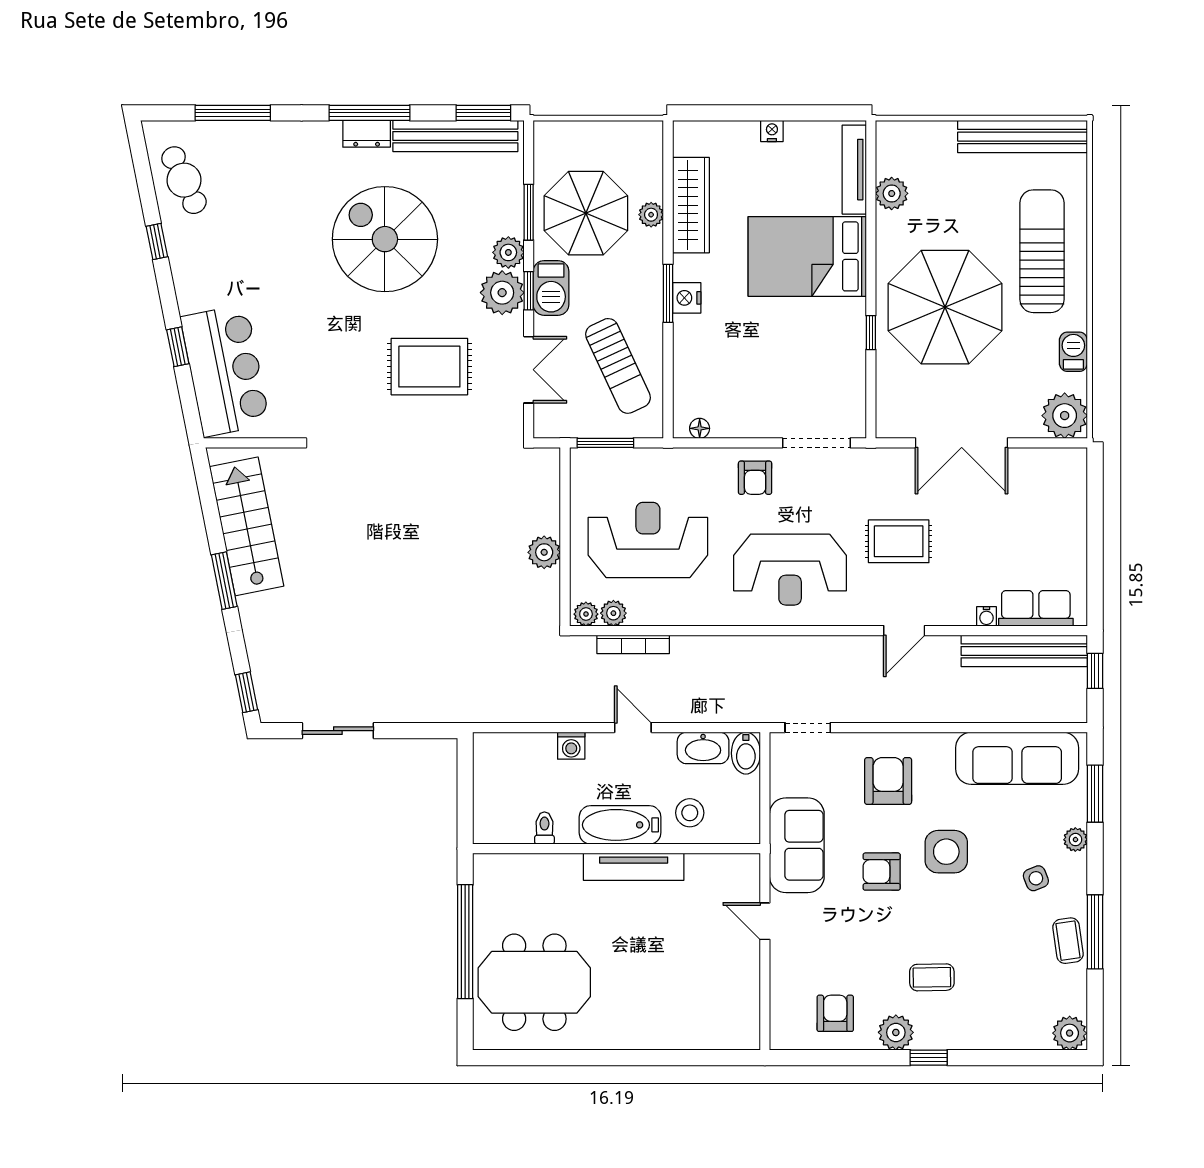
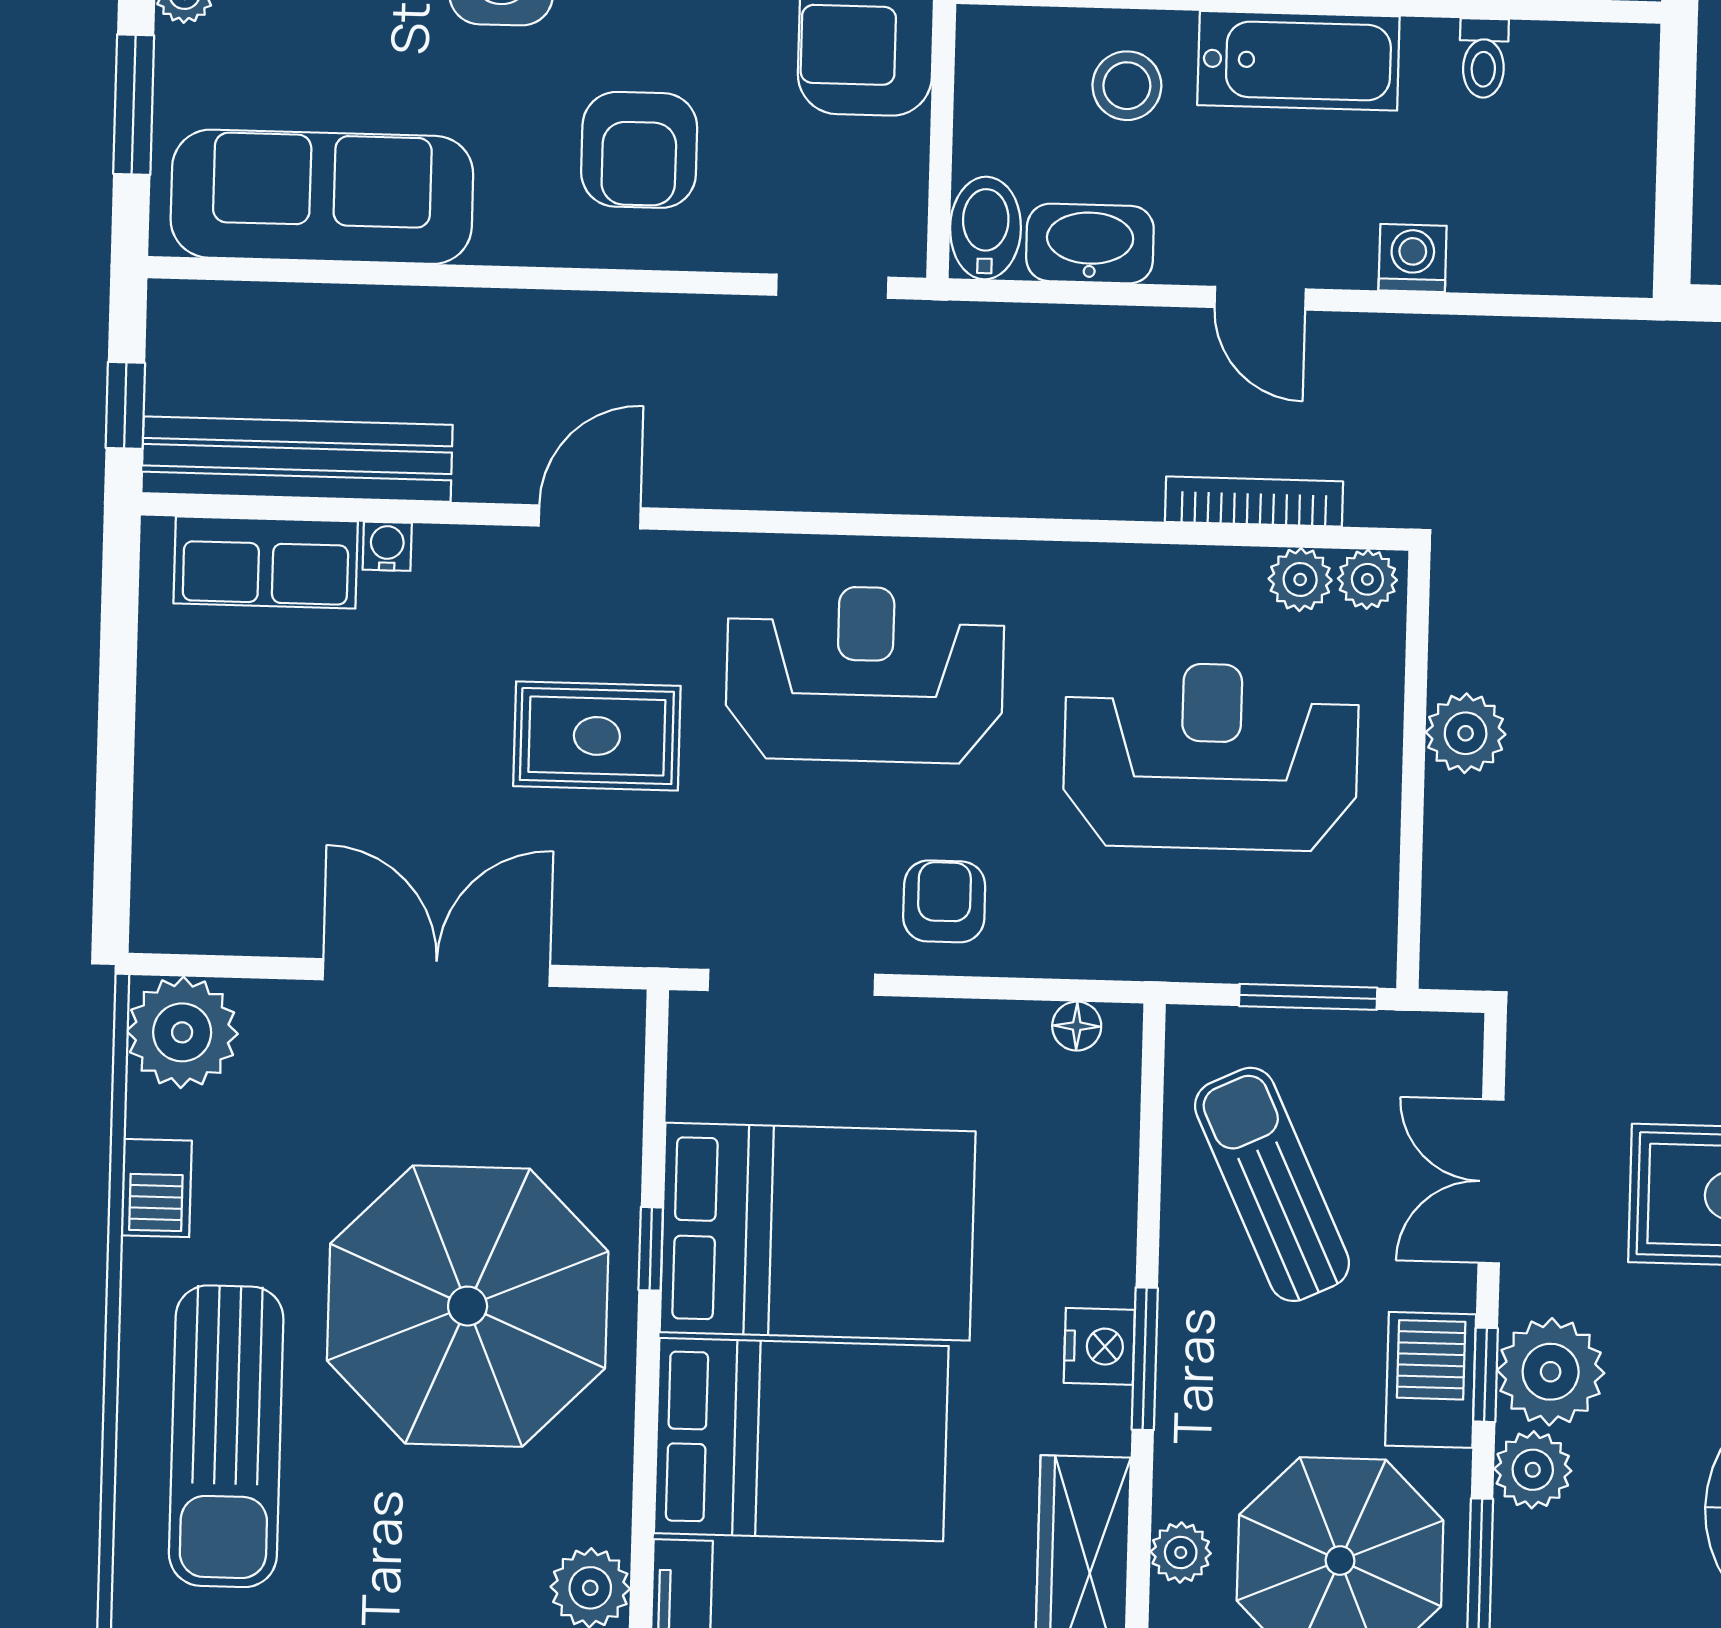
bed: (803, 341) -> (818, 1232), added
reception desk: (648, 540) -> (1211, 756), turned 180

